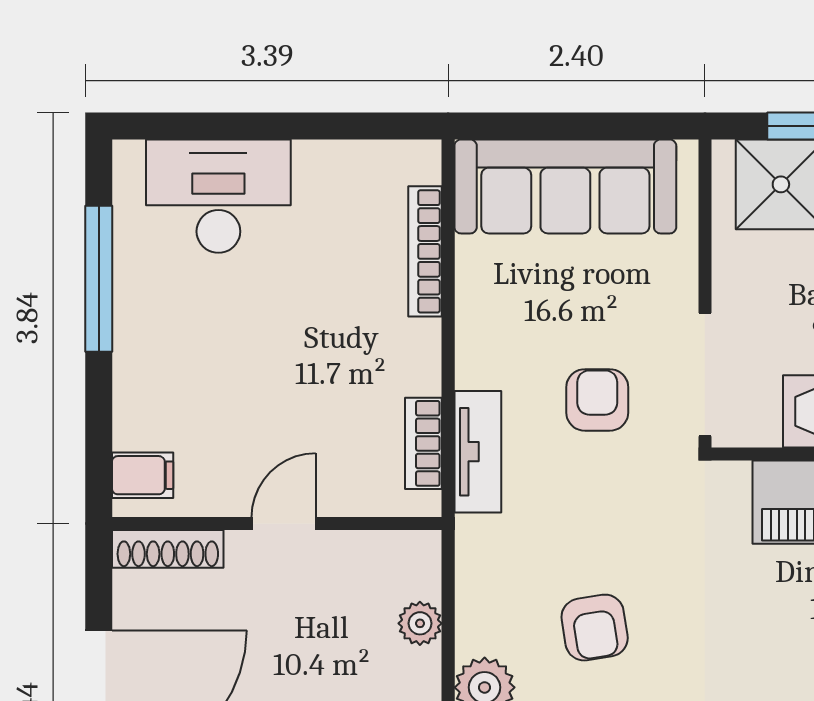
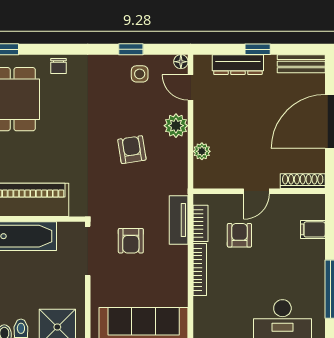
bookcase: (425, 251) -> (200, 269), moved
armchair: (326, 414) -> (239, 235), added
filing cabinet: (143, 475) -> (313, 229), moved

